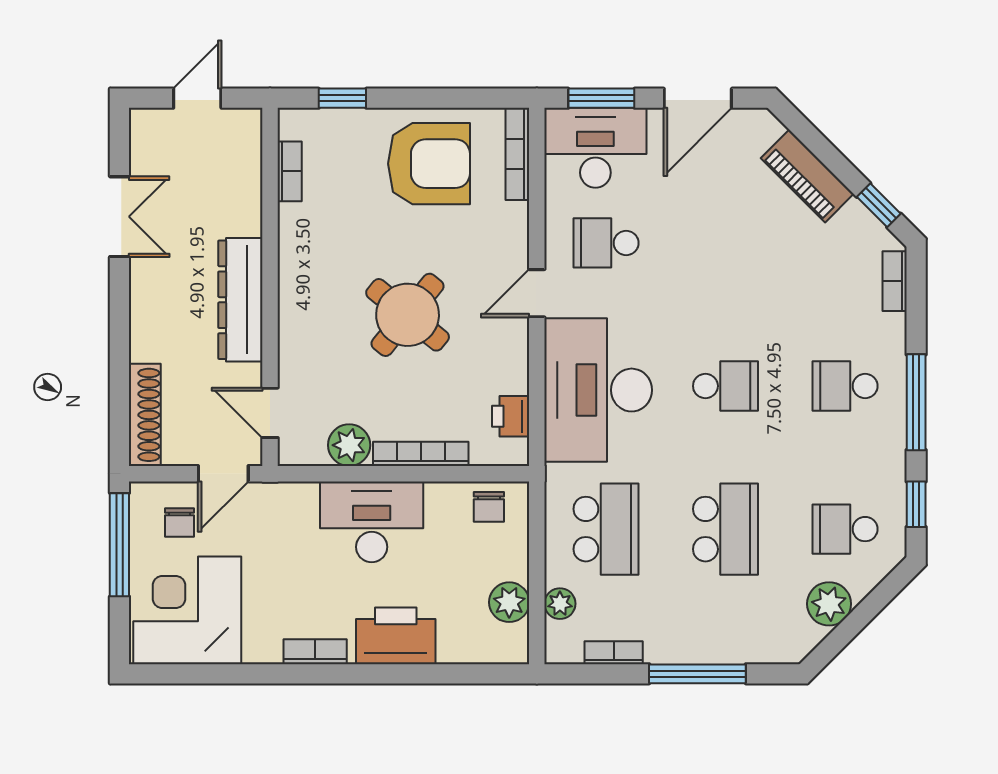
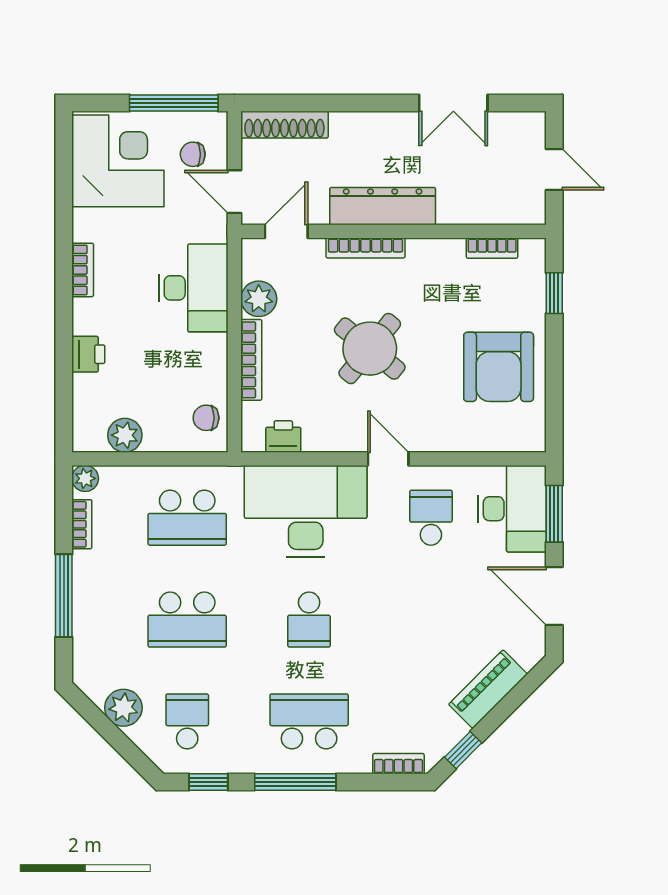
bookcase: (517, 154) -> (365, 248), moved, turned 180
school desk: (845, 386) -> (309, 721), width x1.85
desk: (372, 522) -> (193, 288), moved
plant: (560, 604) -> (85, 478), moved
printer: (396, 636) -> (88, 354), width x0.53, depth x0.68

